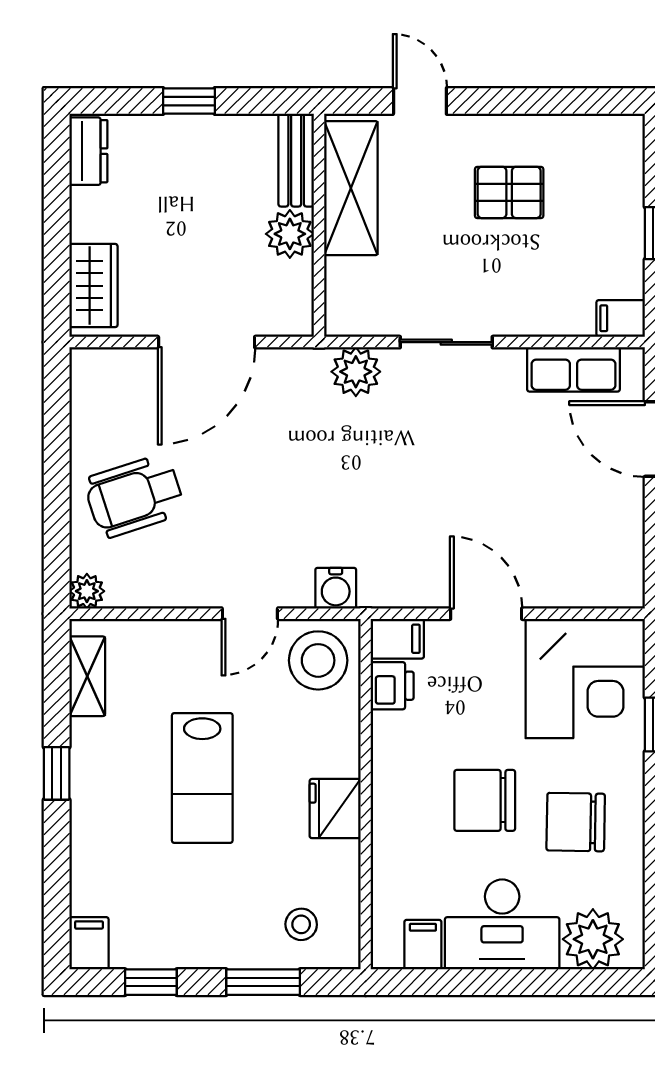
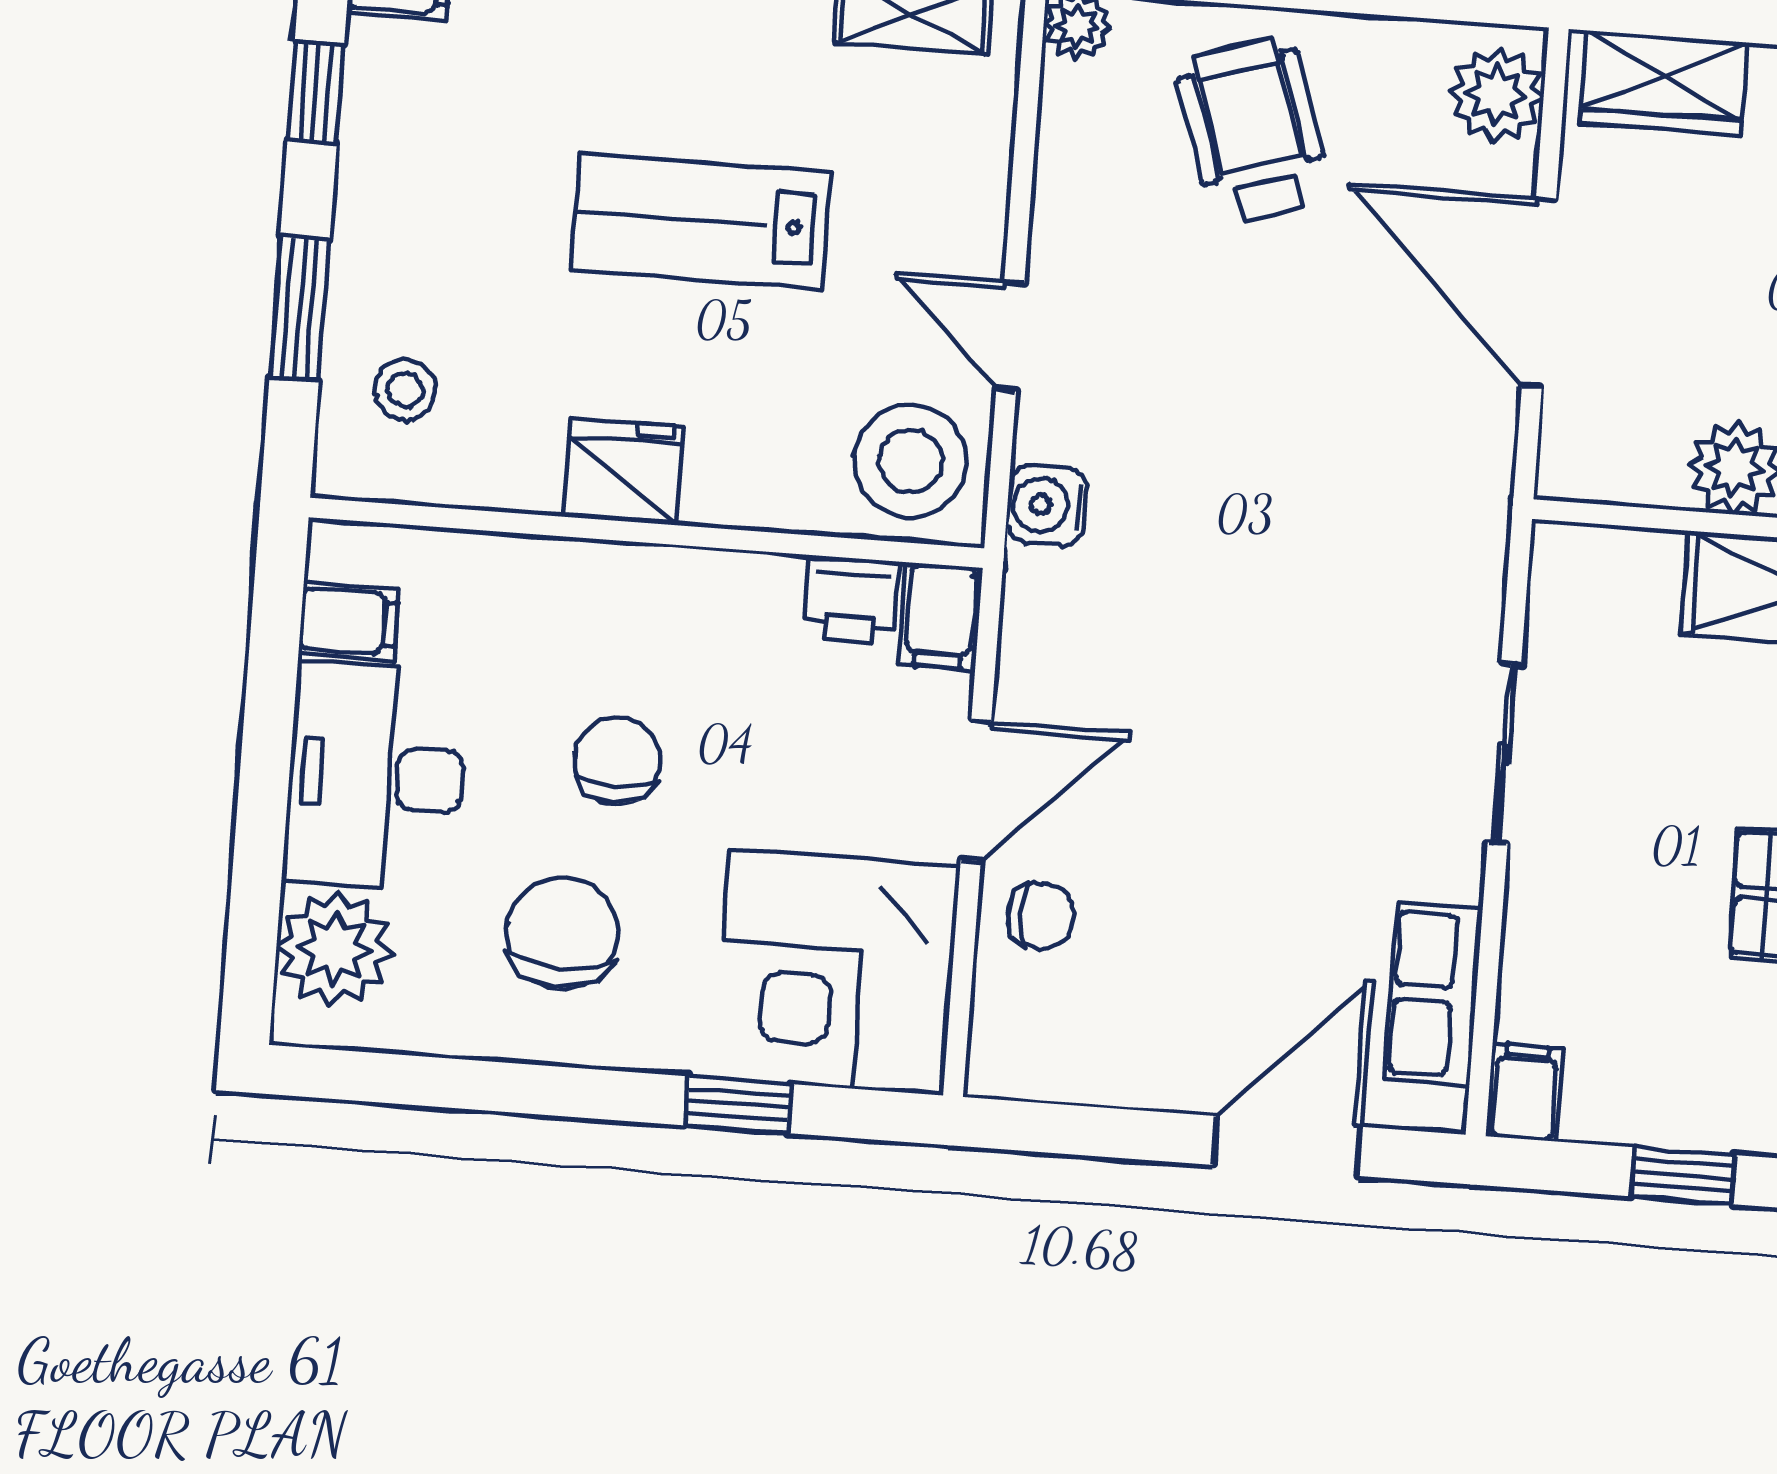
plant: (356, 372) -> (1497, 95), moved
chair: (548, 575) -> (1041, 916), added
chair: (485, 800) -> (617, 761), width x0.73, depth x0.73

